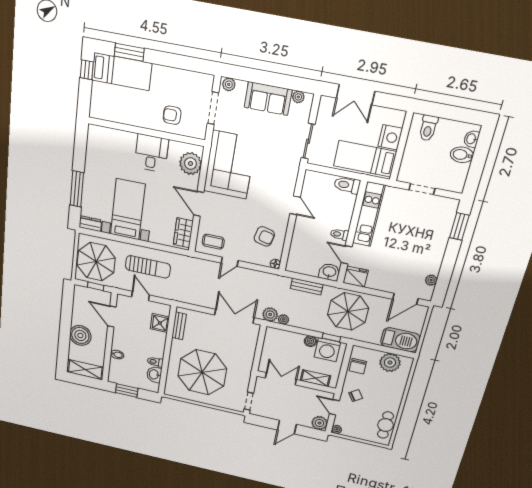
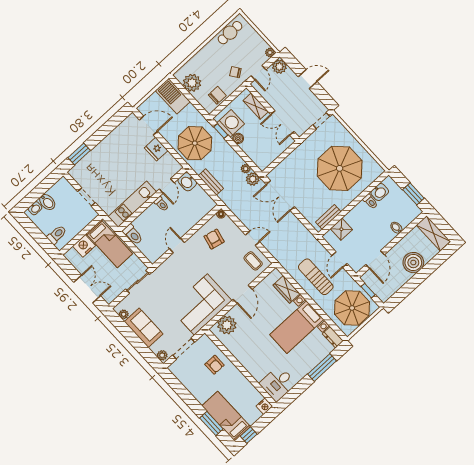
nightstand: (96, 111) -> (264, 406), added
desk: (151, 153) -> (278, 383), moved
wardrobe: (183, 233) -> (286, 289), moved, turned 90
fridge: (356, 277) -> (156, 149), moved
plant: (431, 280) -> (122, 128), removed

